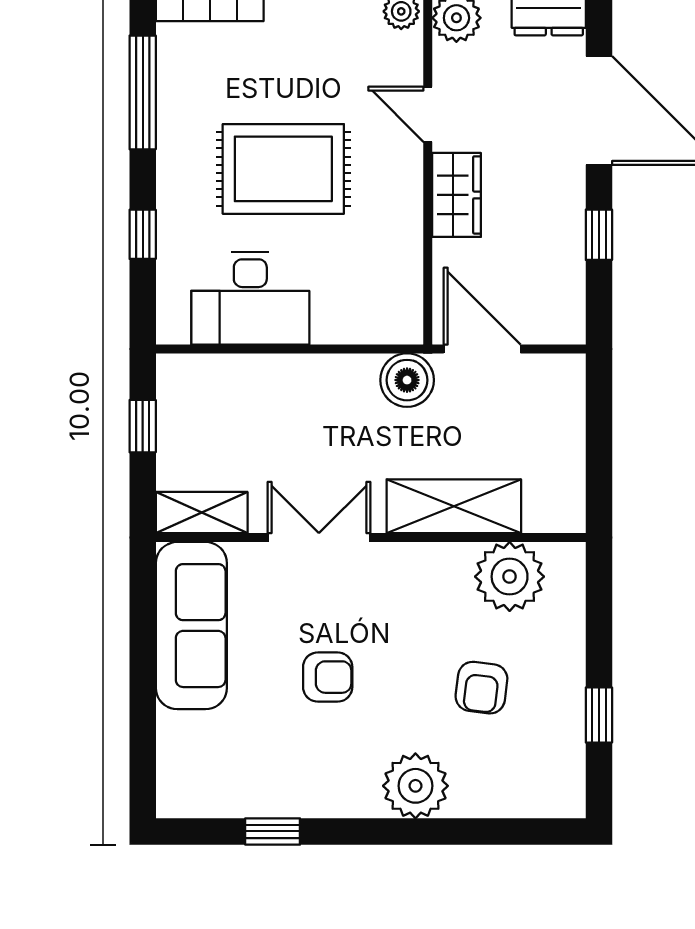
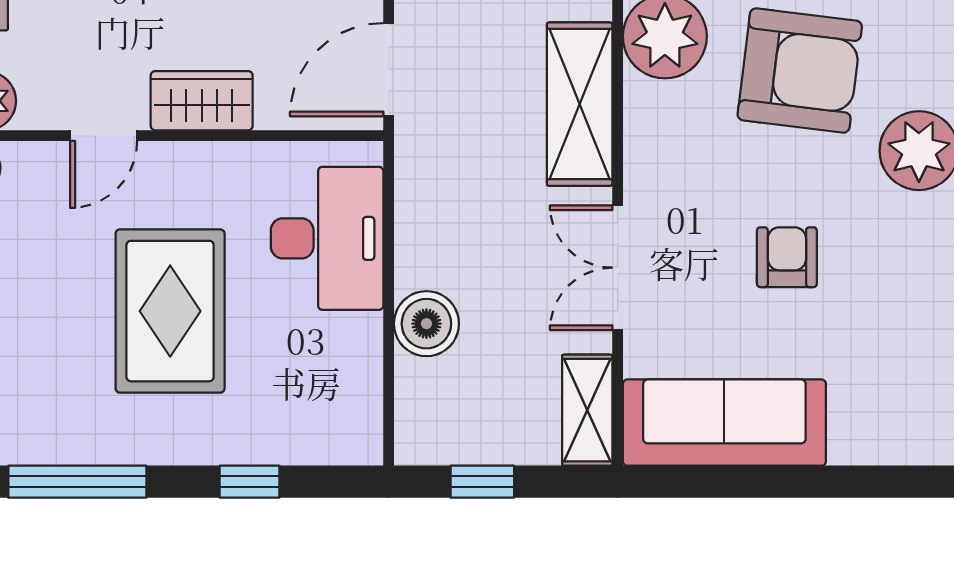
desk: (250, 298) -> (327, 238), moved
boiler: (407, 380) -> (426, 324), moved
armchair: (481, 688) -> (800, 71), width x1.88, depth x1.88

